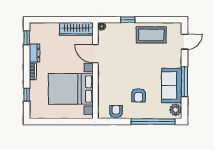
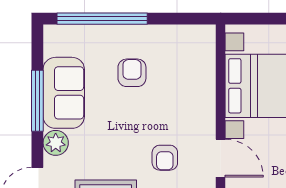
plant: (176, 110) -> (56, 143), moved
armchair: (116, 111) -> (165, 158), moved

